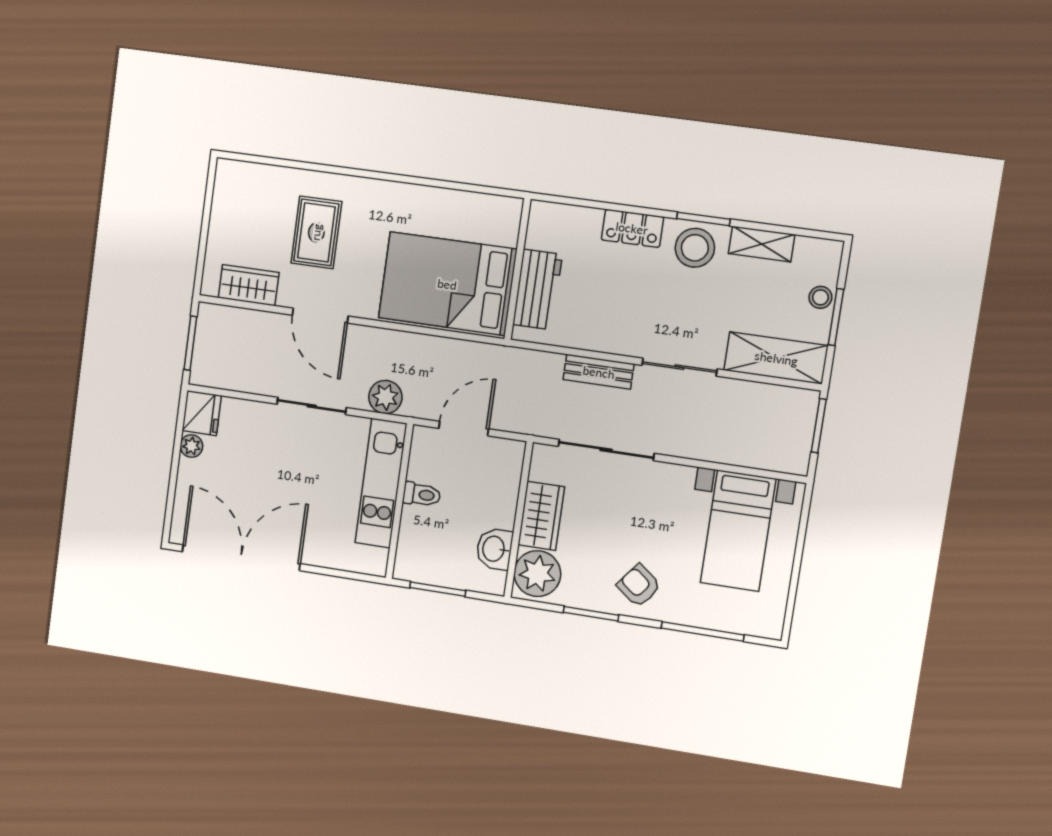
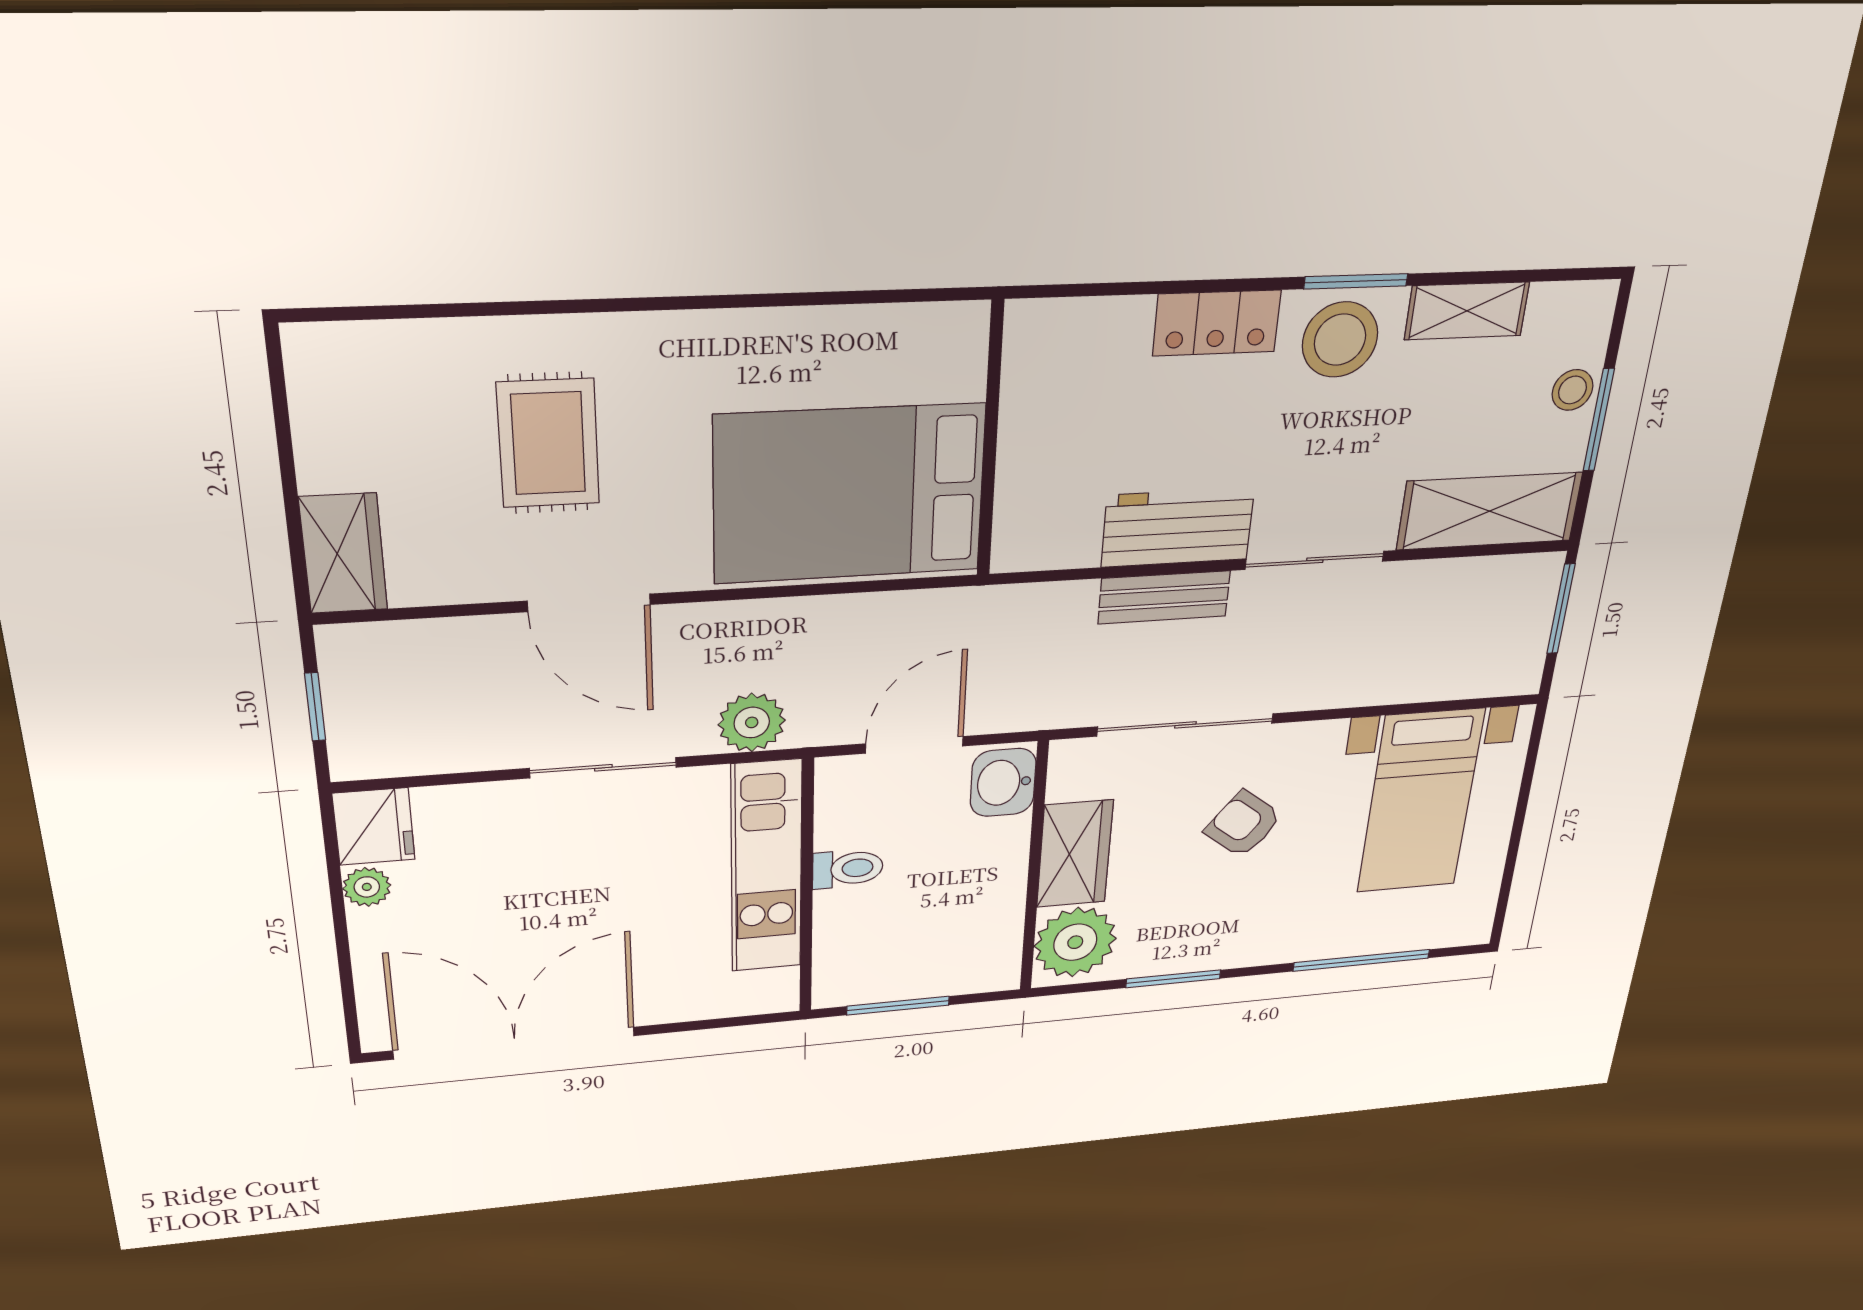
wardrobe: (249, 285) -> (343, 554), moved, turned 90
workbench: (537, 289) -> (1178, 527), moved, turned -90
window: (190, 343) -> (315, 707), width x0.67
washbasin: (494, 549) -> (1003, 782), moved
armchair: (639, 586) -> (1243, 824), moved

